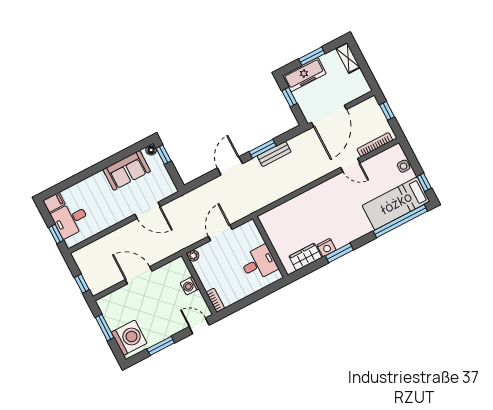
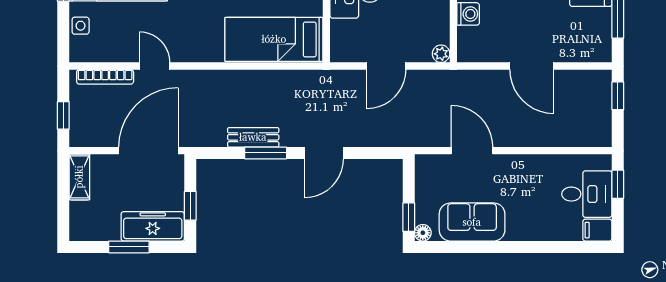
shelving: (348, 58) -> (79, 177), moved
bed: (291, 215) -> (274, 39), added

